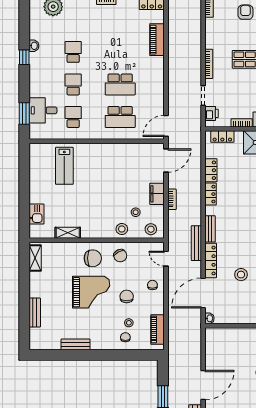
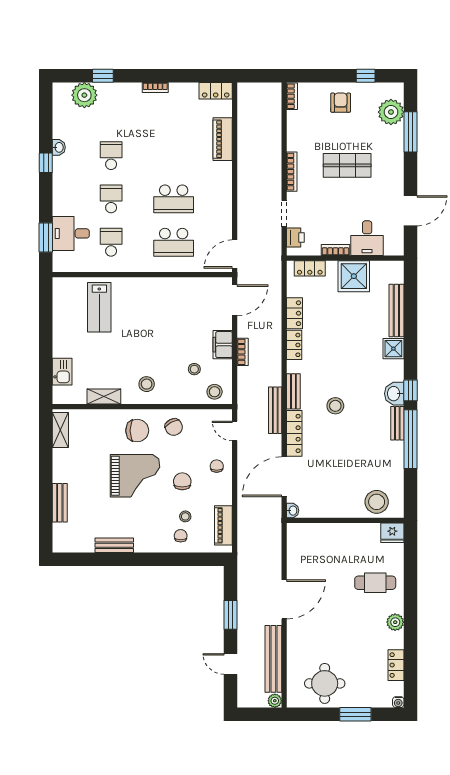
stool: (122, 229) -> (147, 384), moved
stool: (241, 275) -> (335, 406), moved

